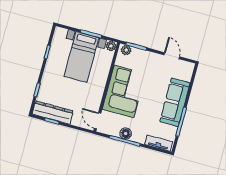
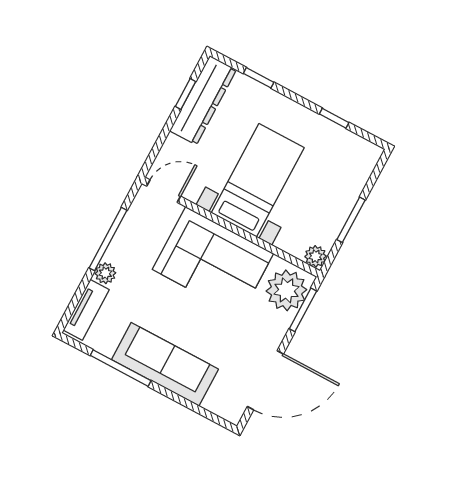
plant: (126, 50) -> (286, 290), width x1.87, depth x1.87
door: (172, 56) -> (265, 380), width x1.88
bed with nightstands: (81, 57) -> (258, 180), moved, turned 90
floor lamp: (126, 134) -> (123, 245), removed
plant: (140, 138) -> (105, 273), added

